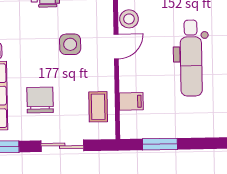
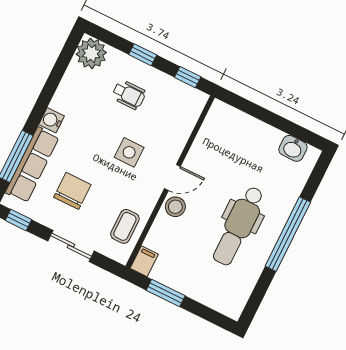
stool: (129, 19) -> (175, 207), moved
filing cabinet: (131, 101) -> (144, 261), moved, turned -90

